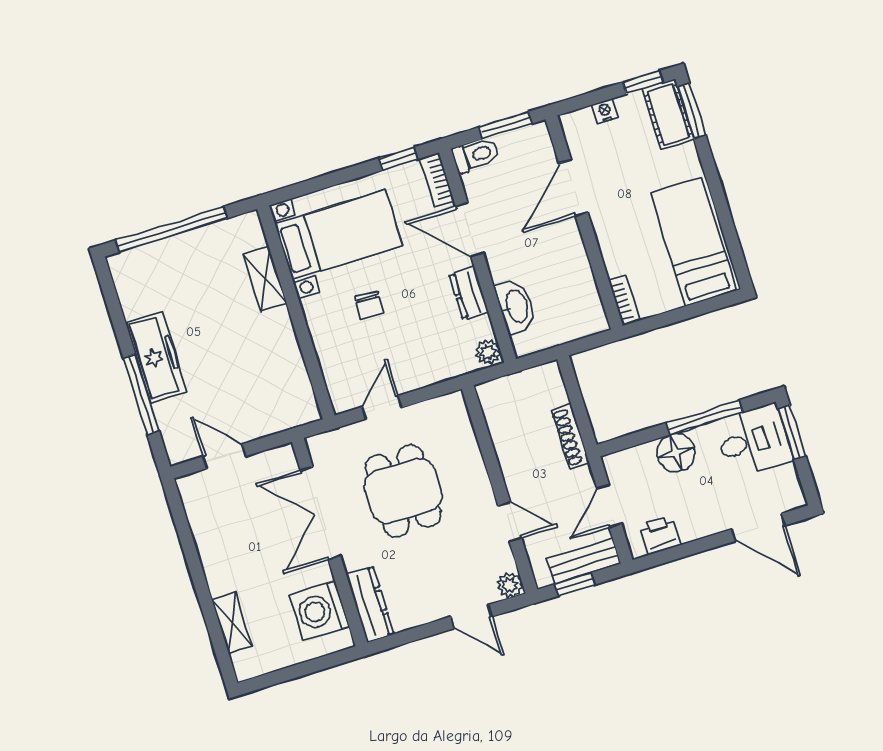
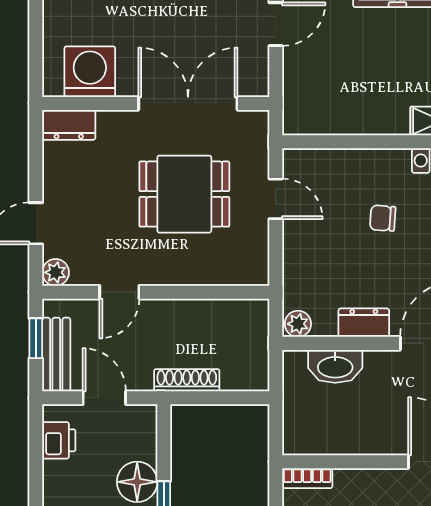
dresser: (370, 604) -> (69, 125), width x0.70

